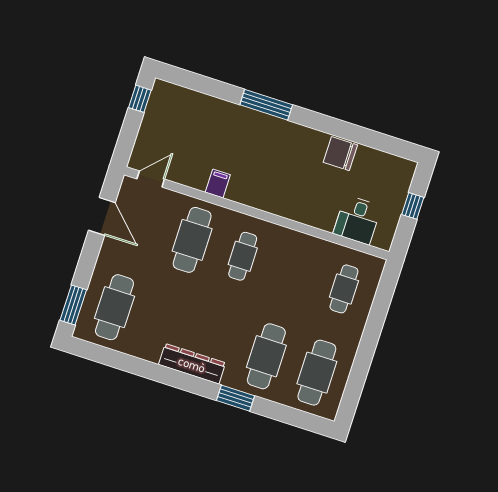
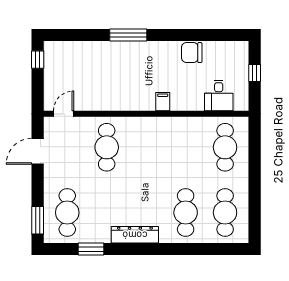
filing cabinet: (218, 183) -> (163, 102), moved
door: (102, 216) -> (38, 151), swing flipped
cafe table: (243, 256) -> (146, 147), removed
cafe table: (344, 289) -> (225, 147), width x1.37, depth x1.35
window: (236, 398) -> (91, 249), moved

